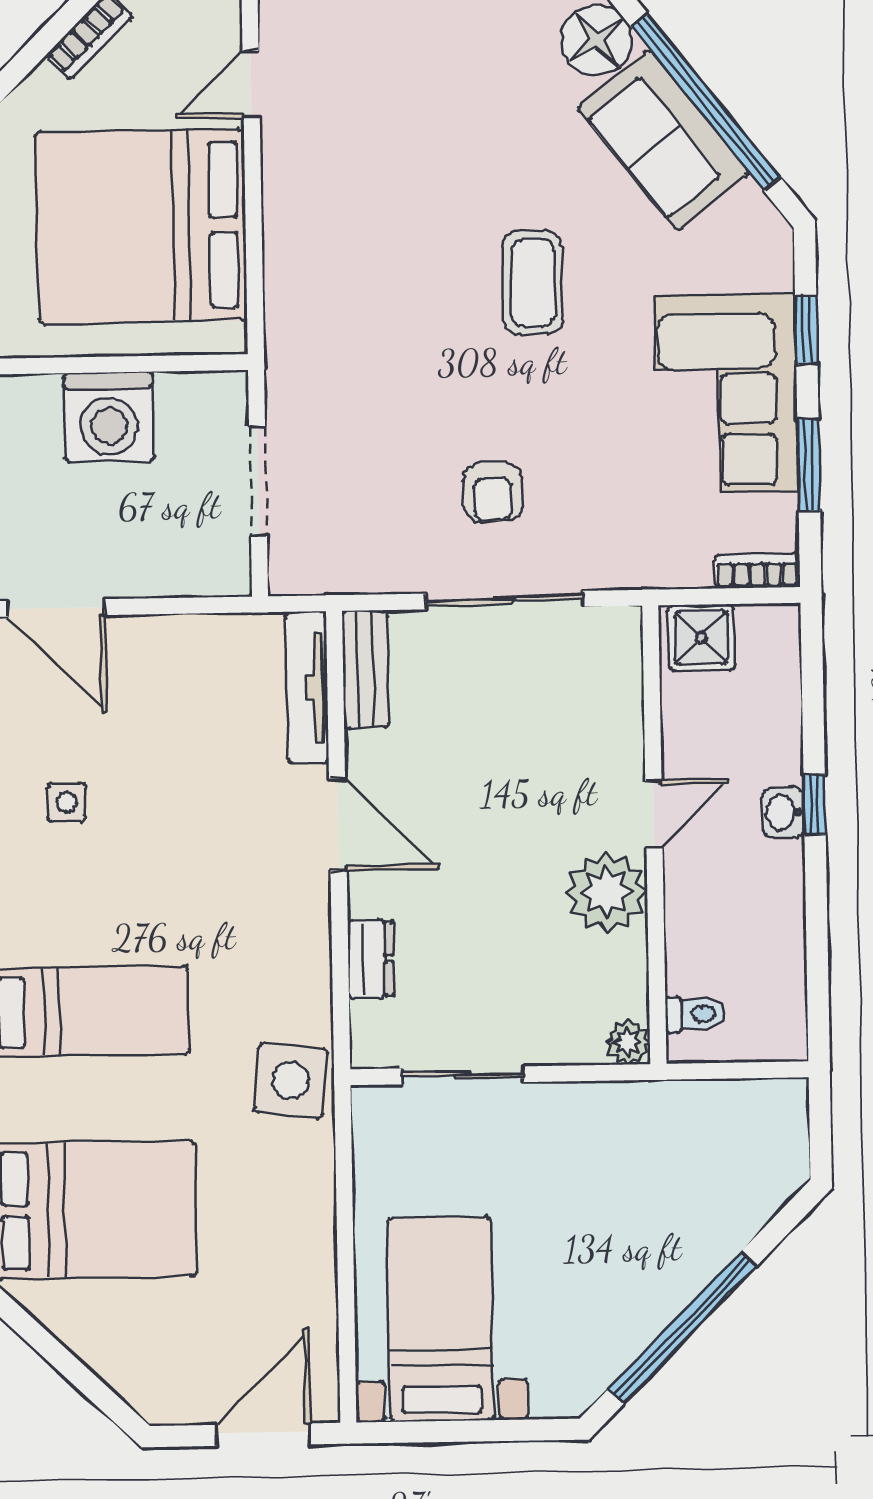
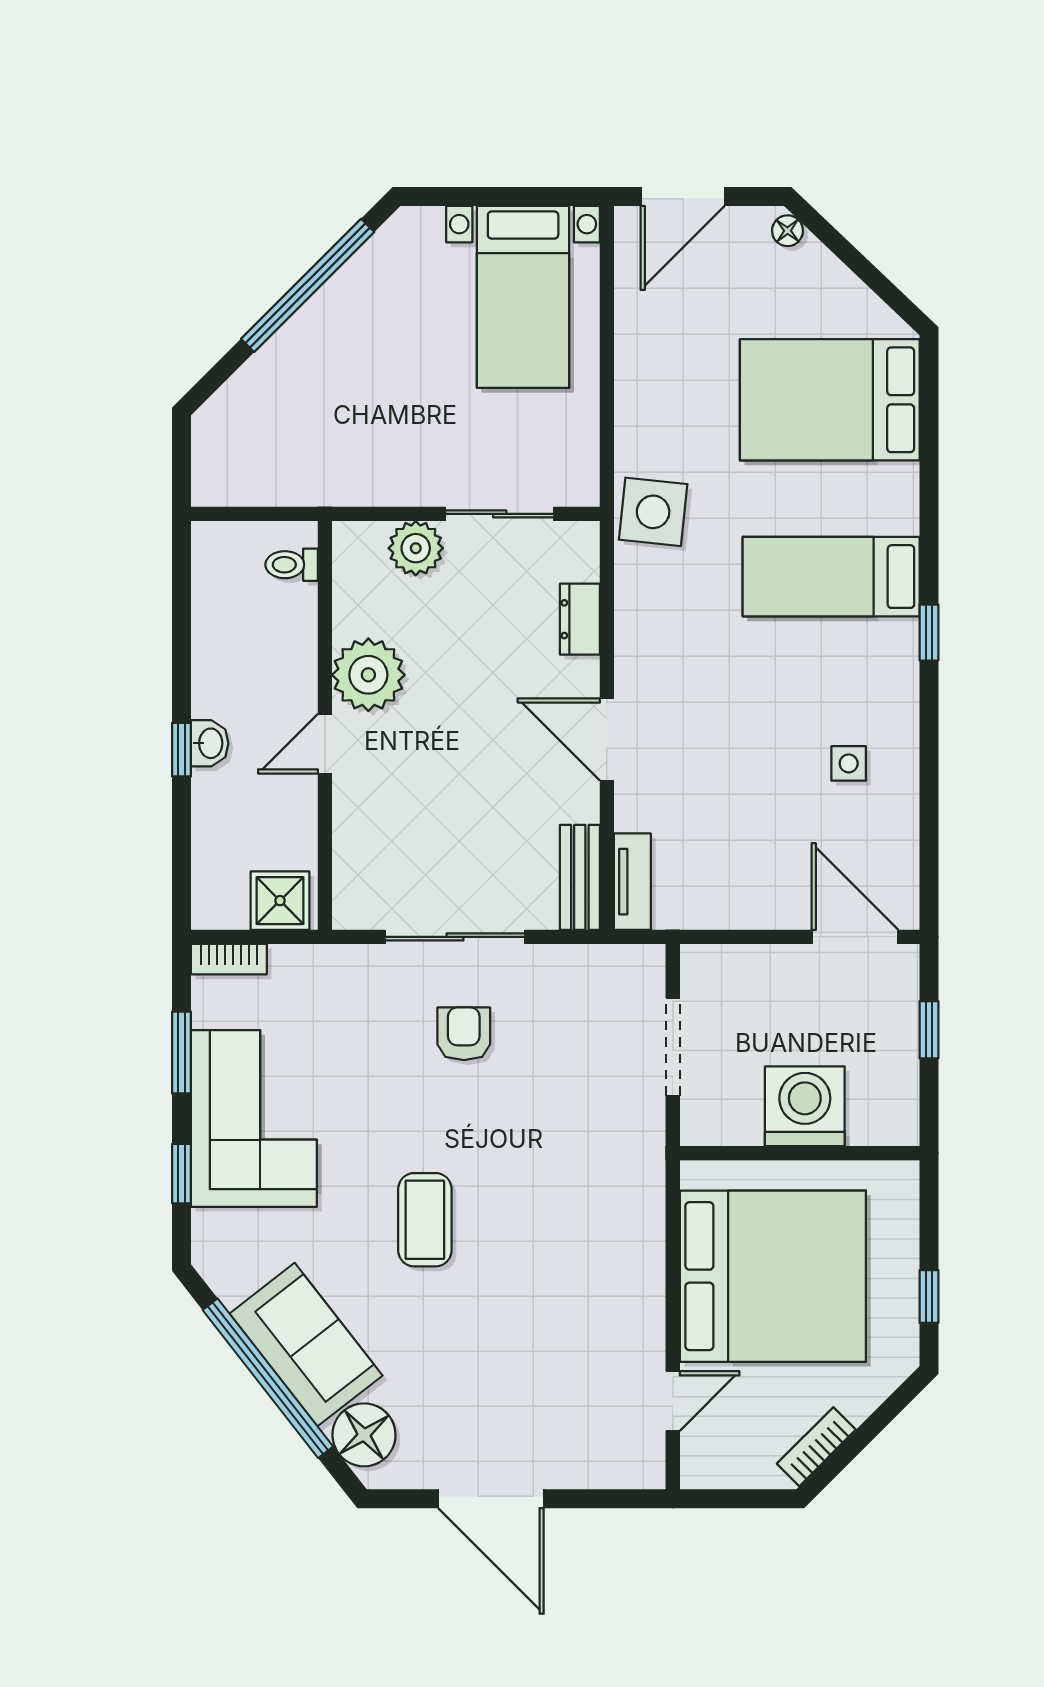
tv unit: (307, 688) -> (632, 882), width x0.71
plant: (628, 1042) -> (416, 548), moved, width x1.38, depth x1.38
floor lamp: (145, 1398) -> (788, 231), added

